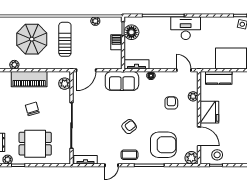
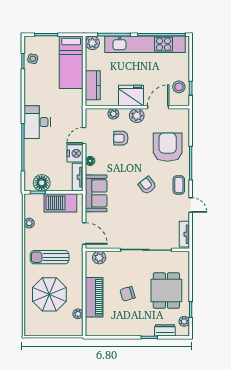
barbecue: (116, 42) -> (60, 203), width x1.88, depth x1.53
nightstand: (158, 62) -> (75, 153), added
door: (184, 70) -> (84, 136), moved
plant: (191, 158) -> (137, 116), moved

